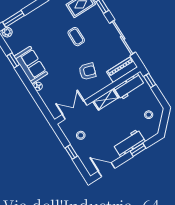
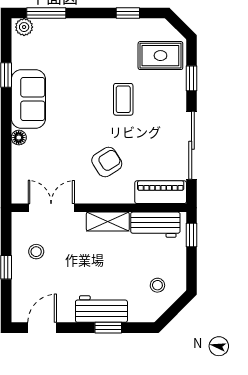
armchair: (87, 71) -> (107, 162), turned -50
door: (107, 170) -> (42, 328), hinge flipped

